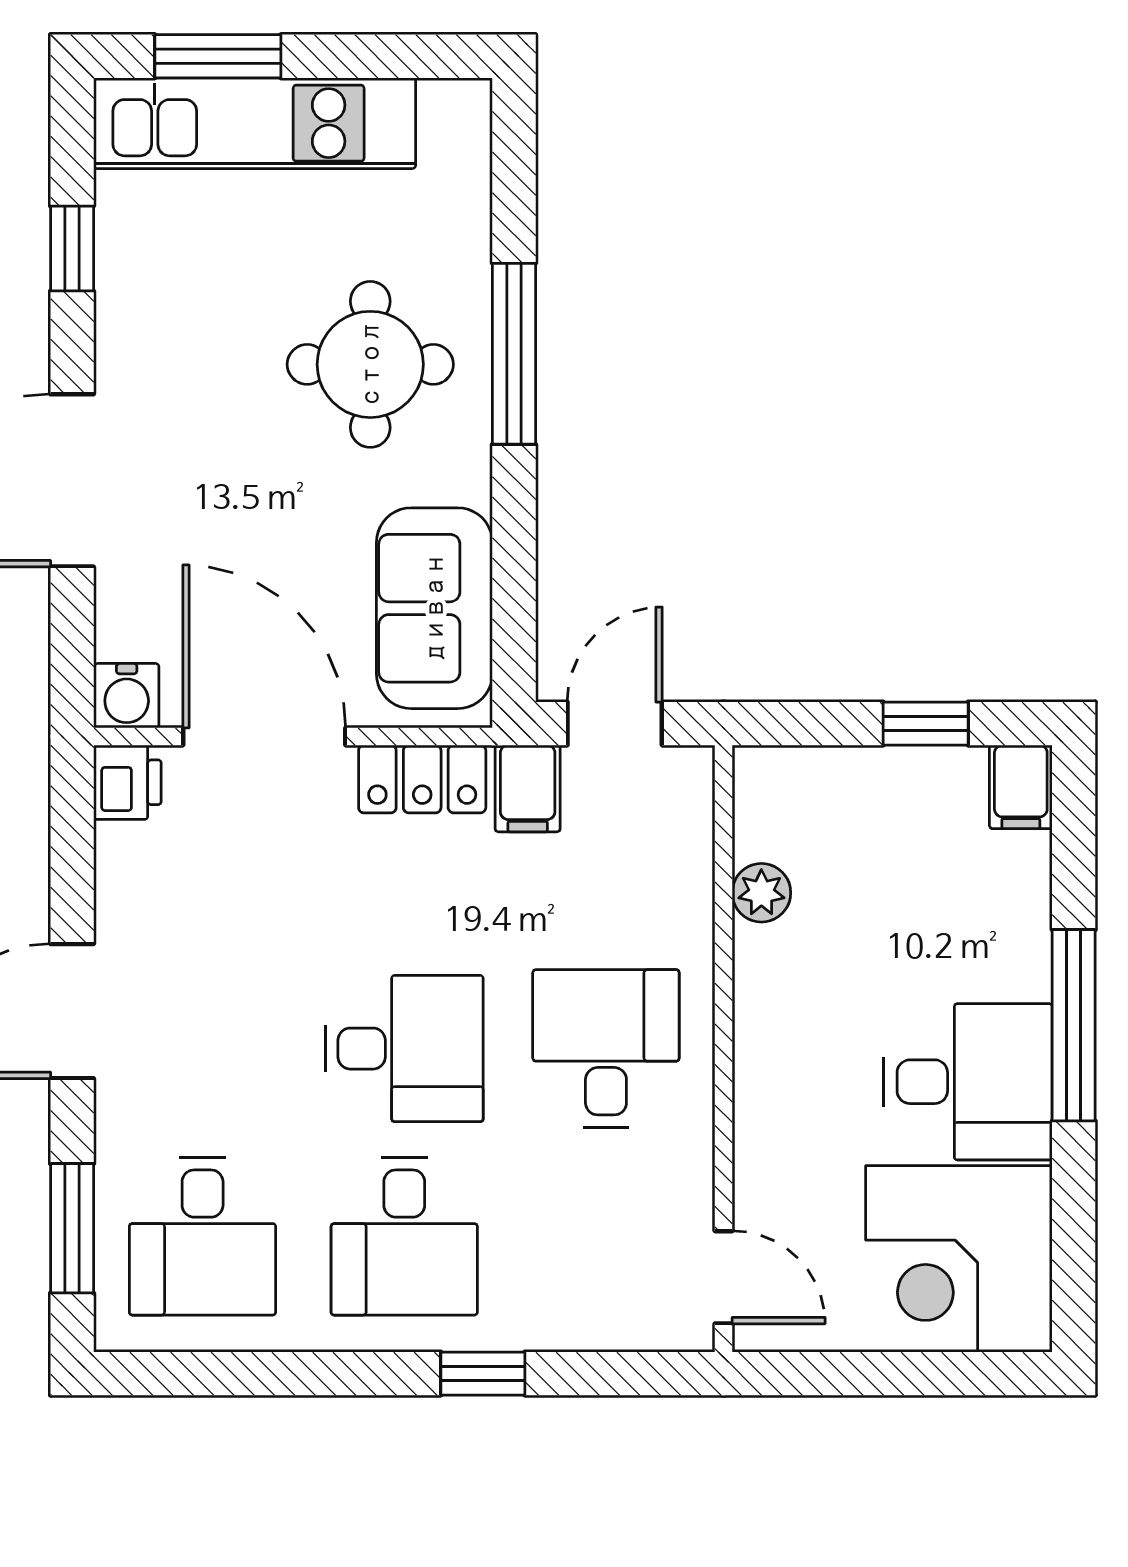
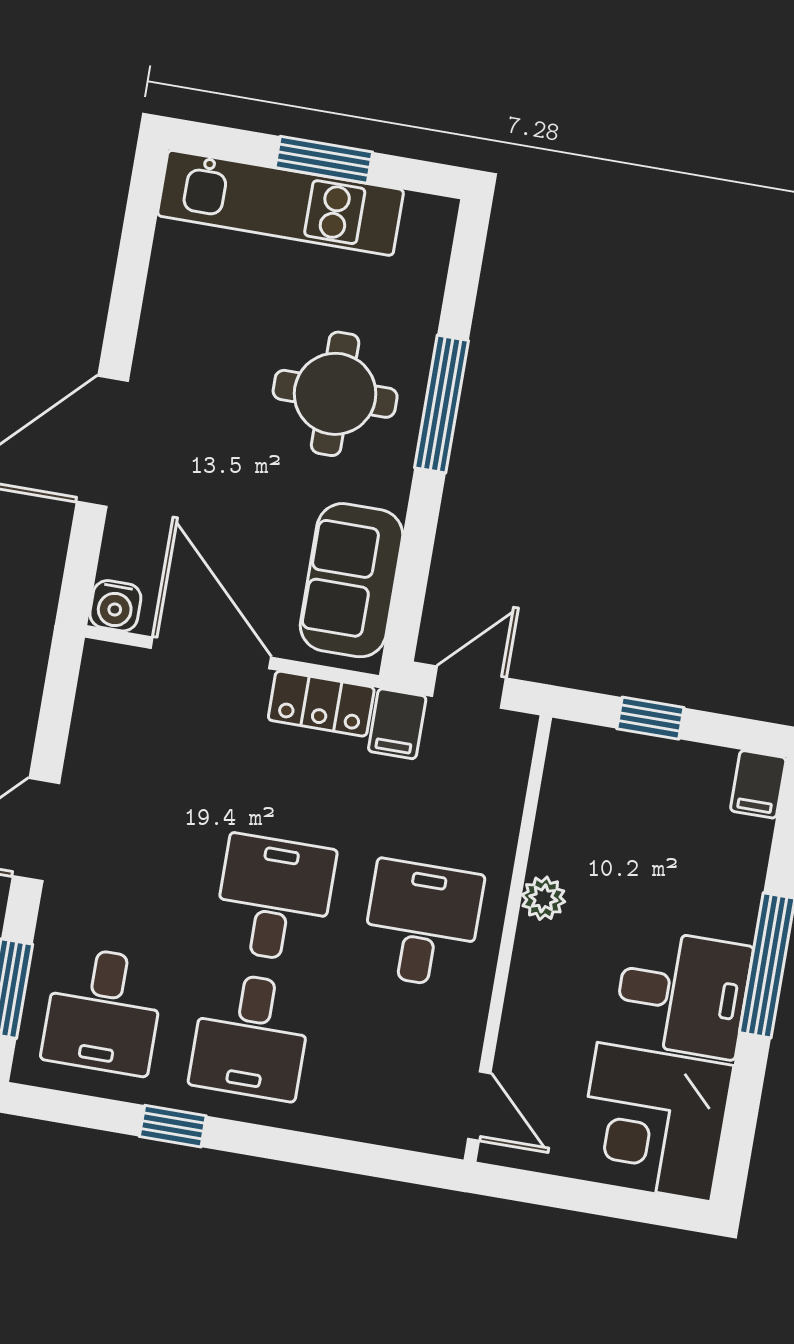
window: (218, 56) -> (324, 160), moved
window: (72, 249) -> (131, 272), removed
window: (926, 724) -> (650, 718), moved
printer: (127, 782) -> (105, 669), removed
plant: (761, 893) -> (543, 898), moved
desk: (404, 1049) -> (274, 899), turned -90
window: (483, 1374) -> (173, 1126), moved

